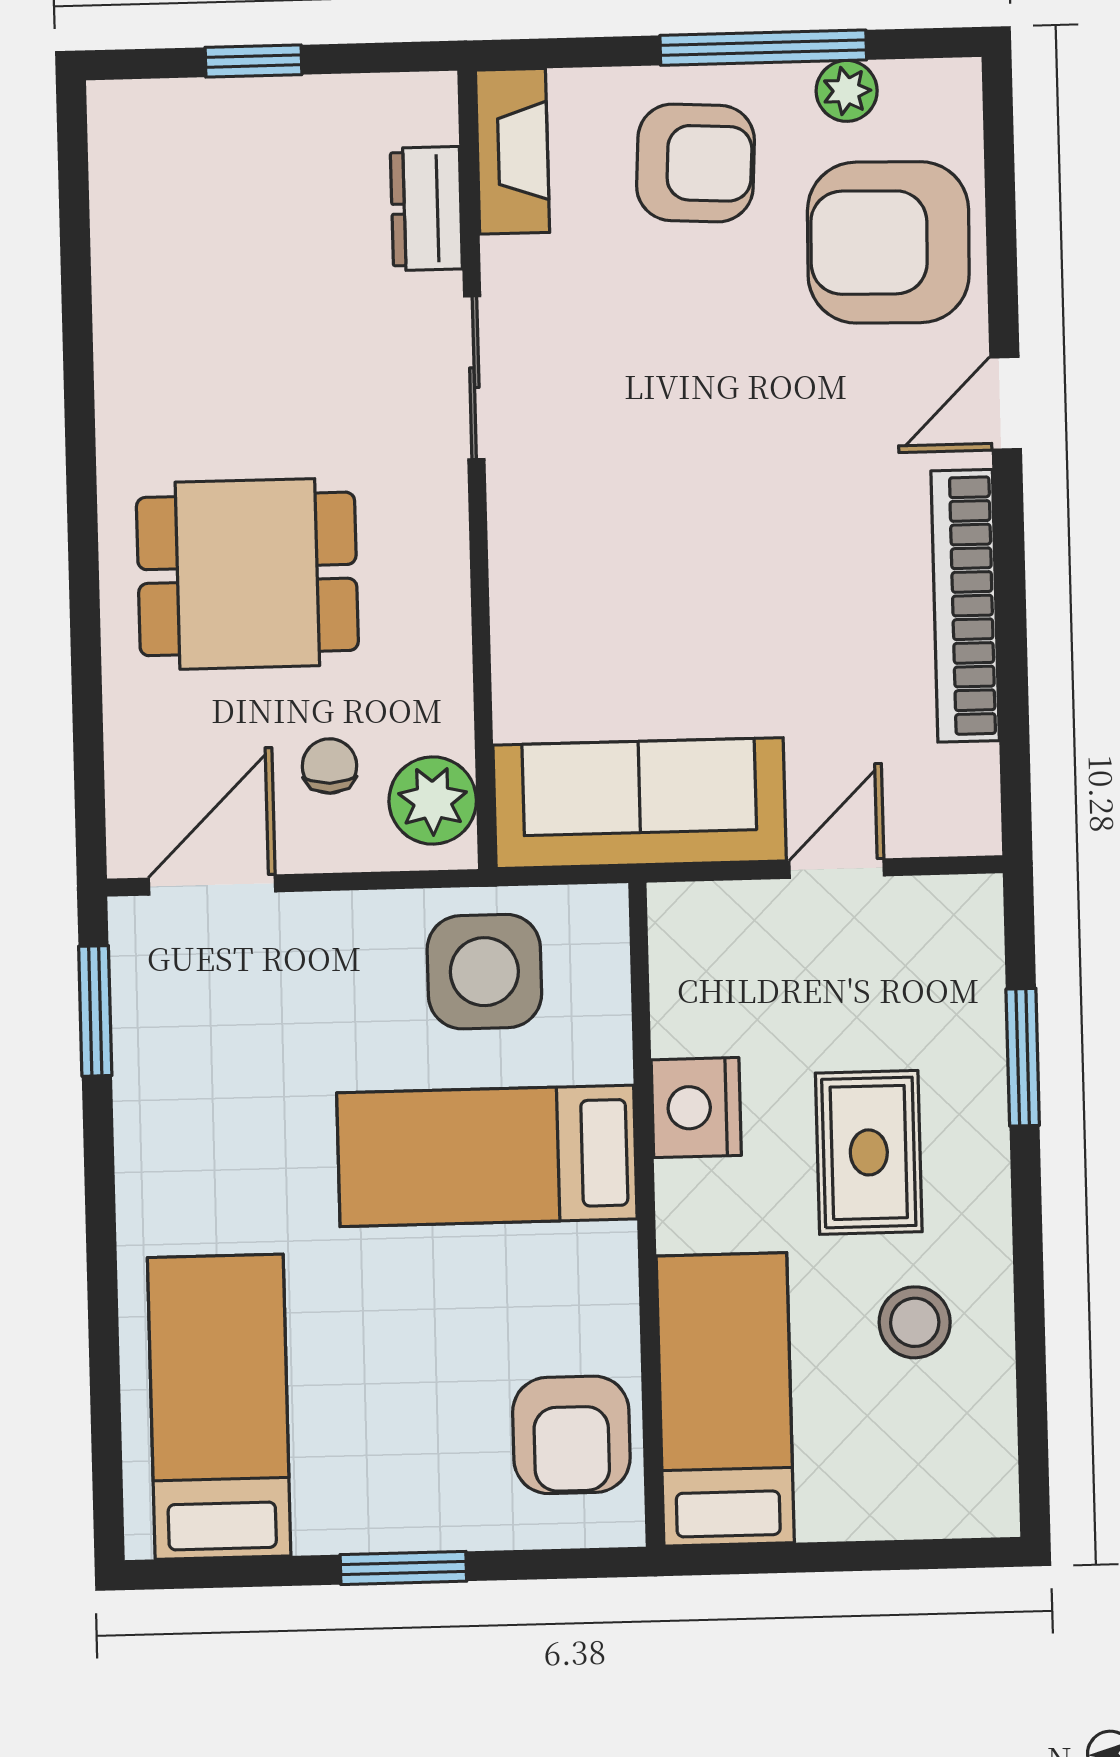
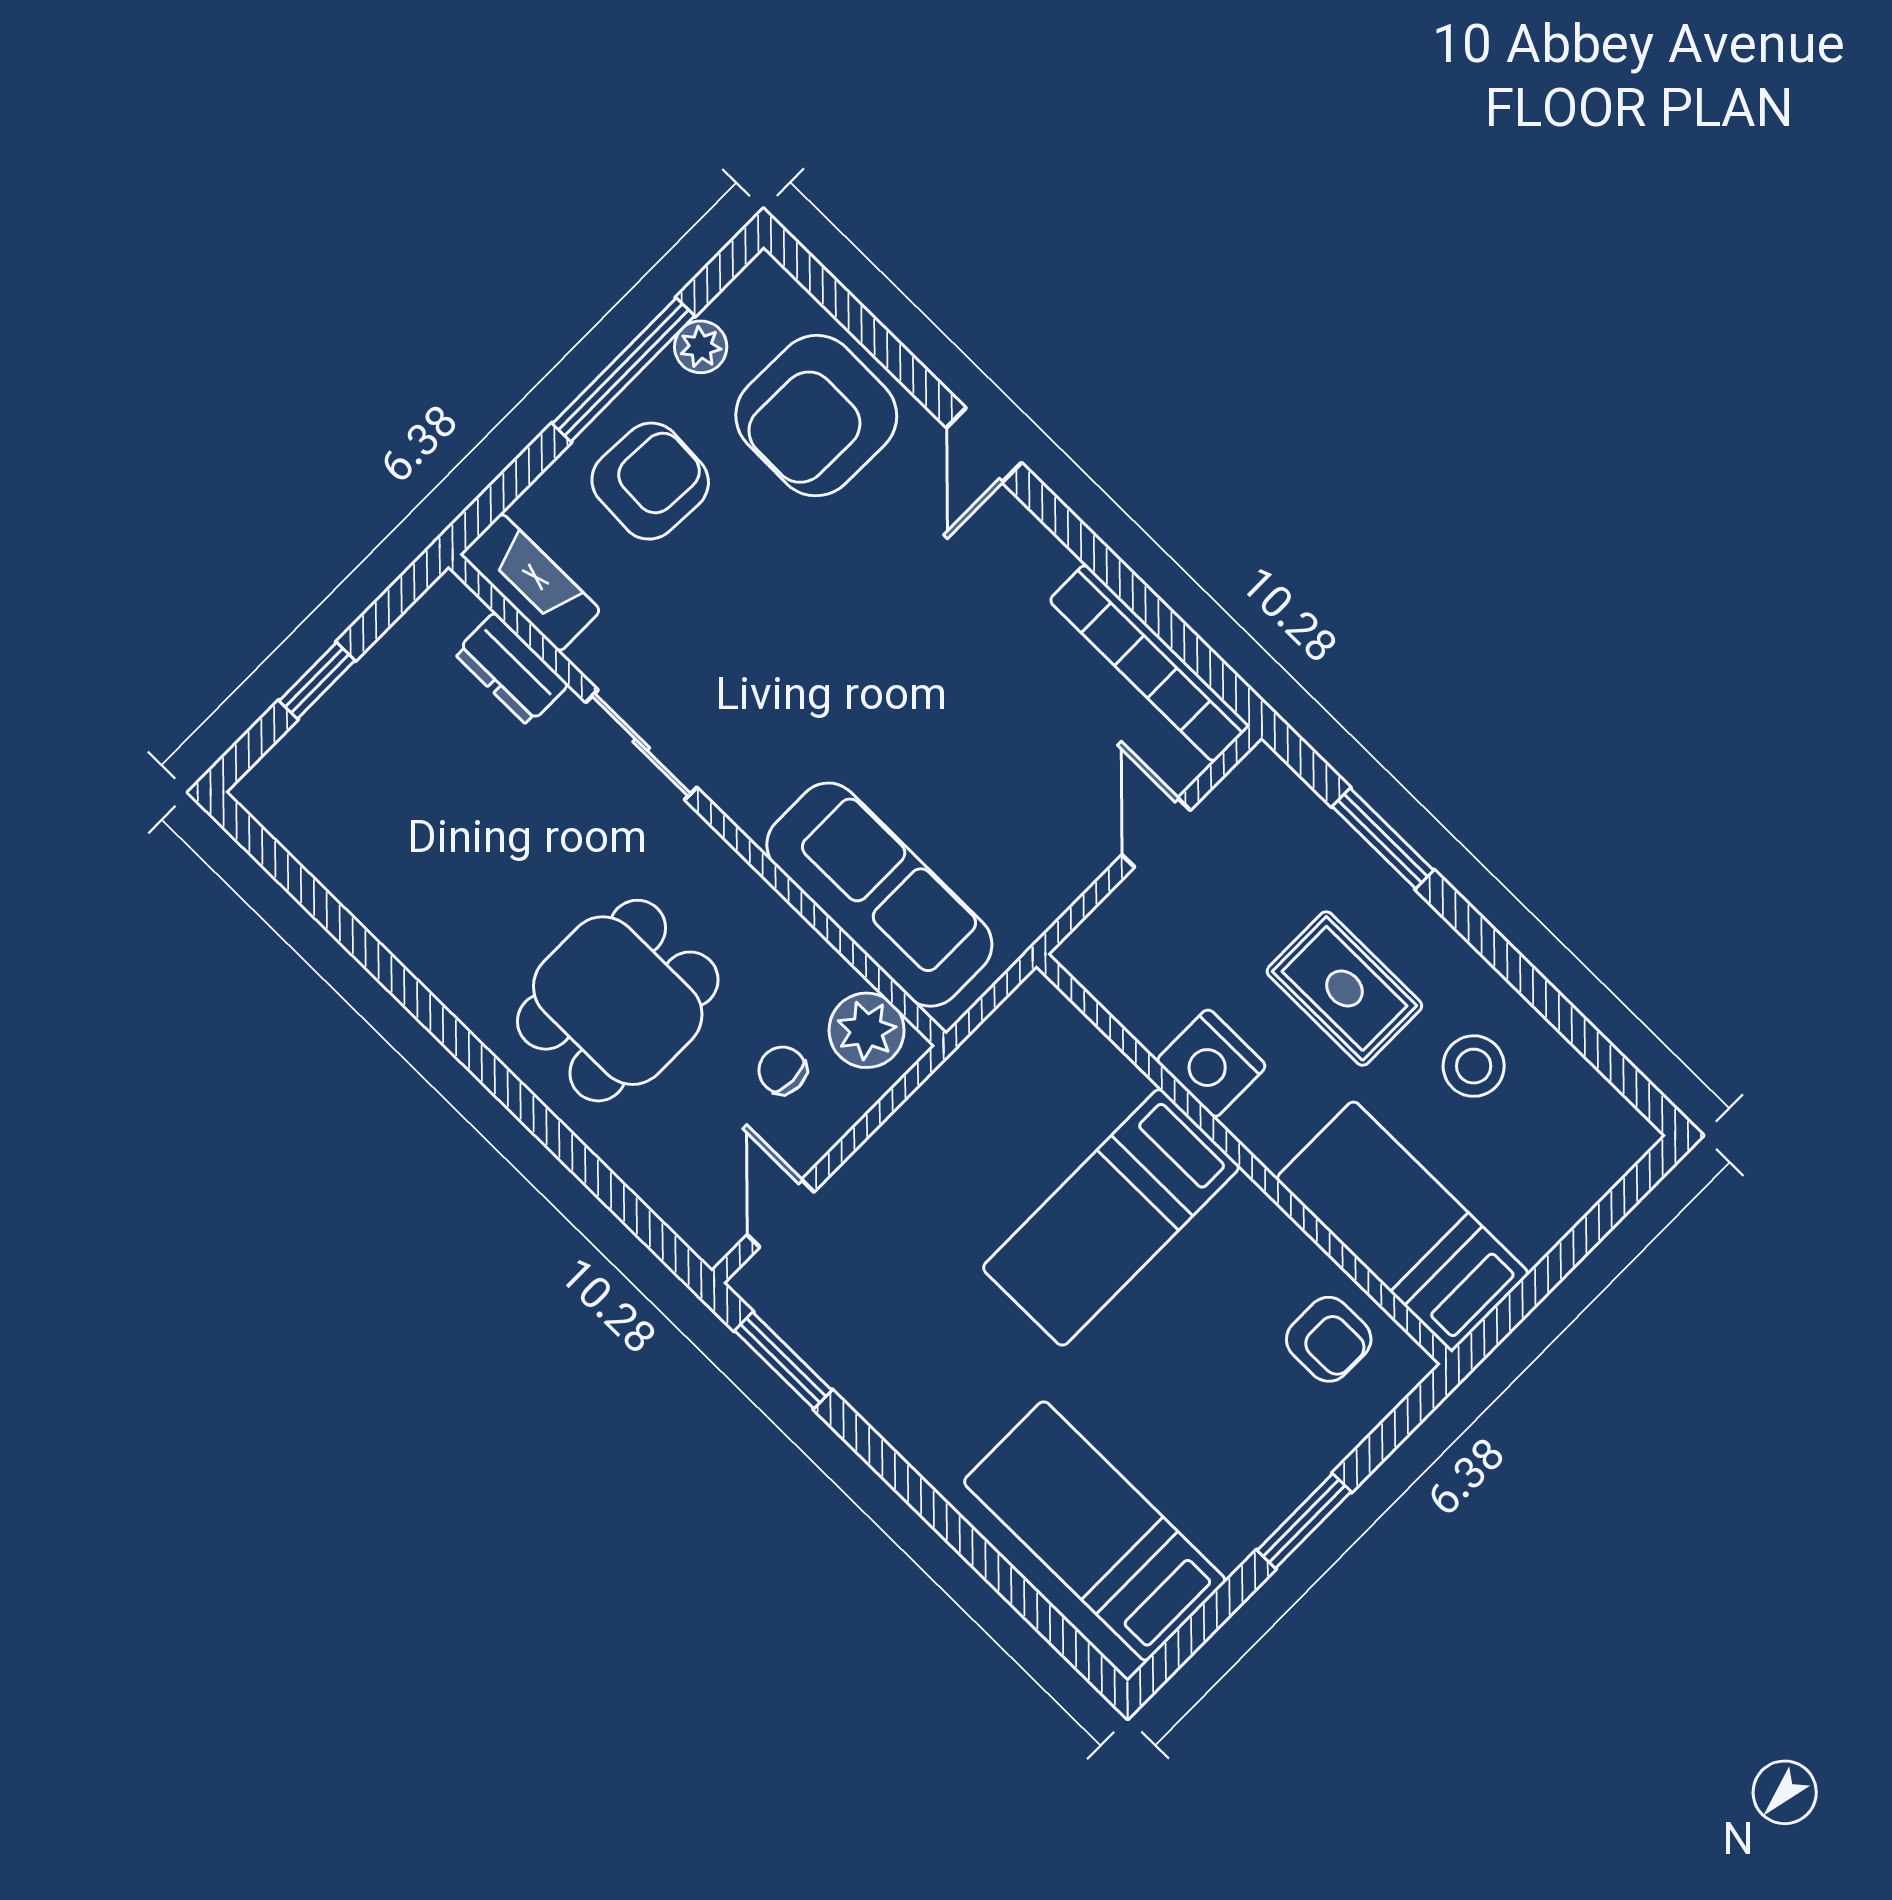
bookcase: (965, 606) -> (1149, 663), moved
sofa: (640, 803) -> (879, 895), moved, turned 90
door: (212, 885) -> (781, 1213), width x0.73
side table: (484, 972) -> (1000, 1105), removed
armchair: (571, 1435) -> (1329, 1339), width x0.72, depth x0.72

